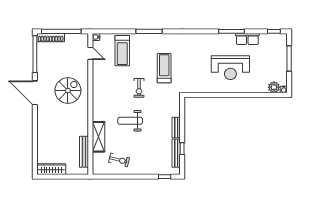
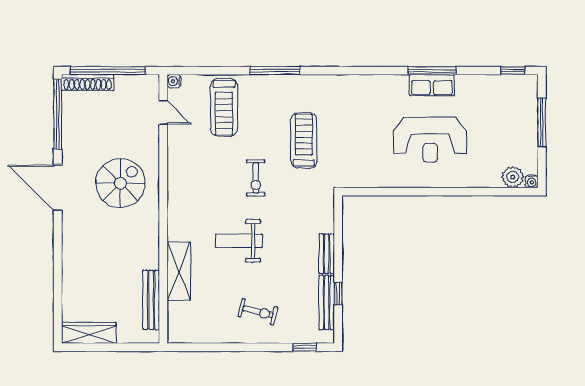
row of seats: (247, 39) -> (432, 85), moved
exercise bike: (119, 160) -> (258, 312), moved

